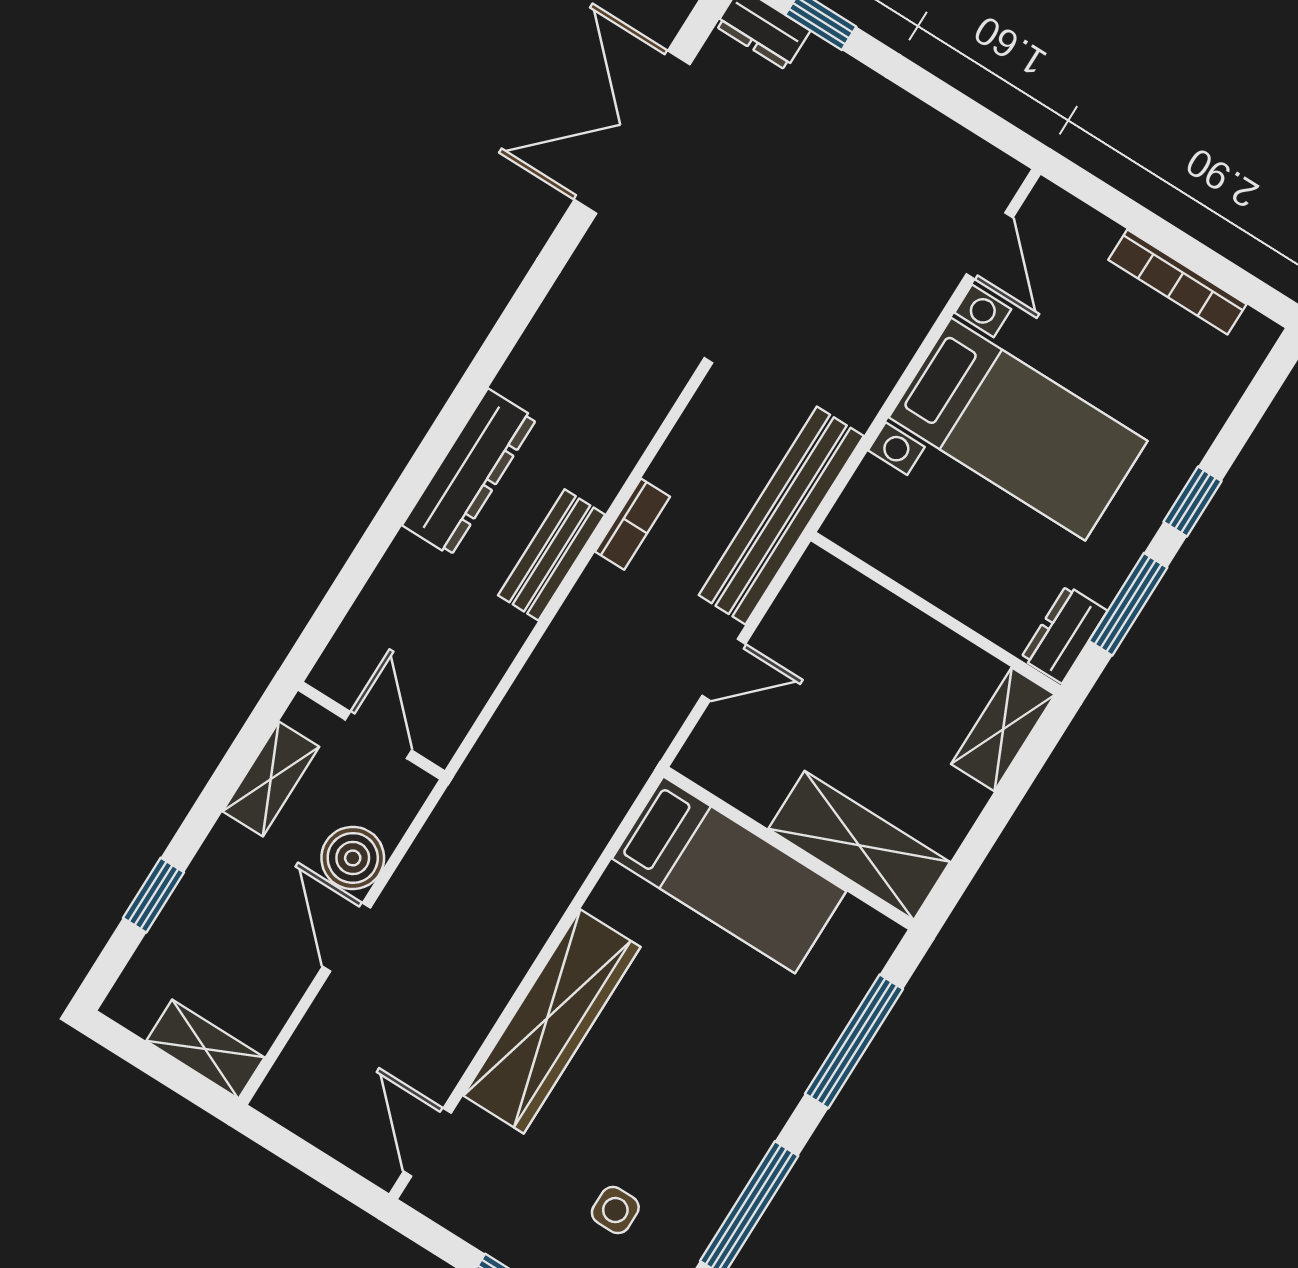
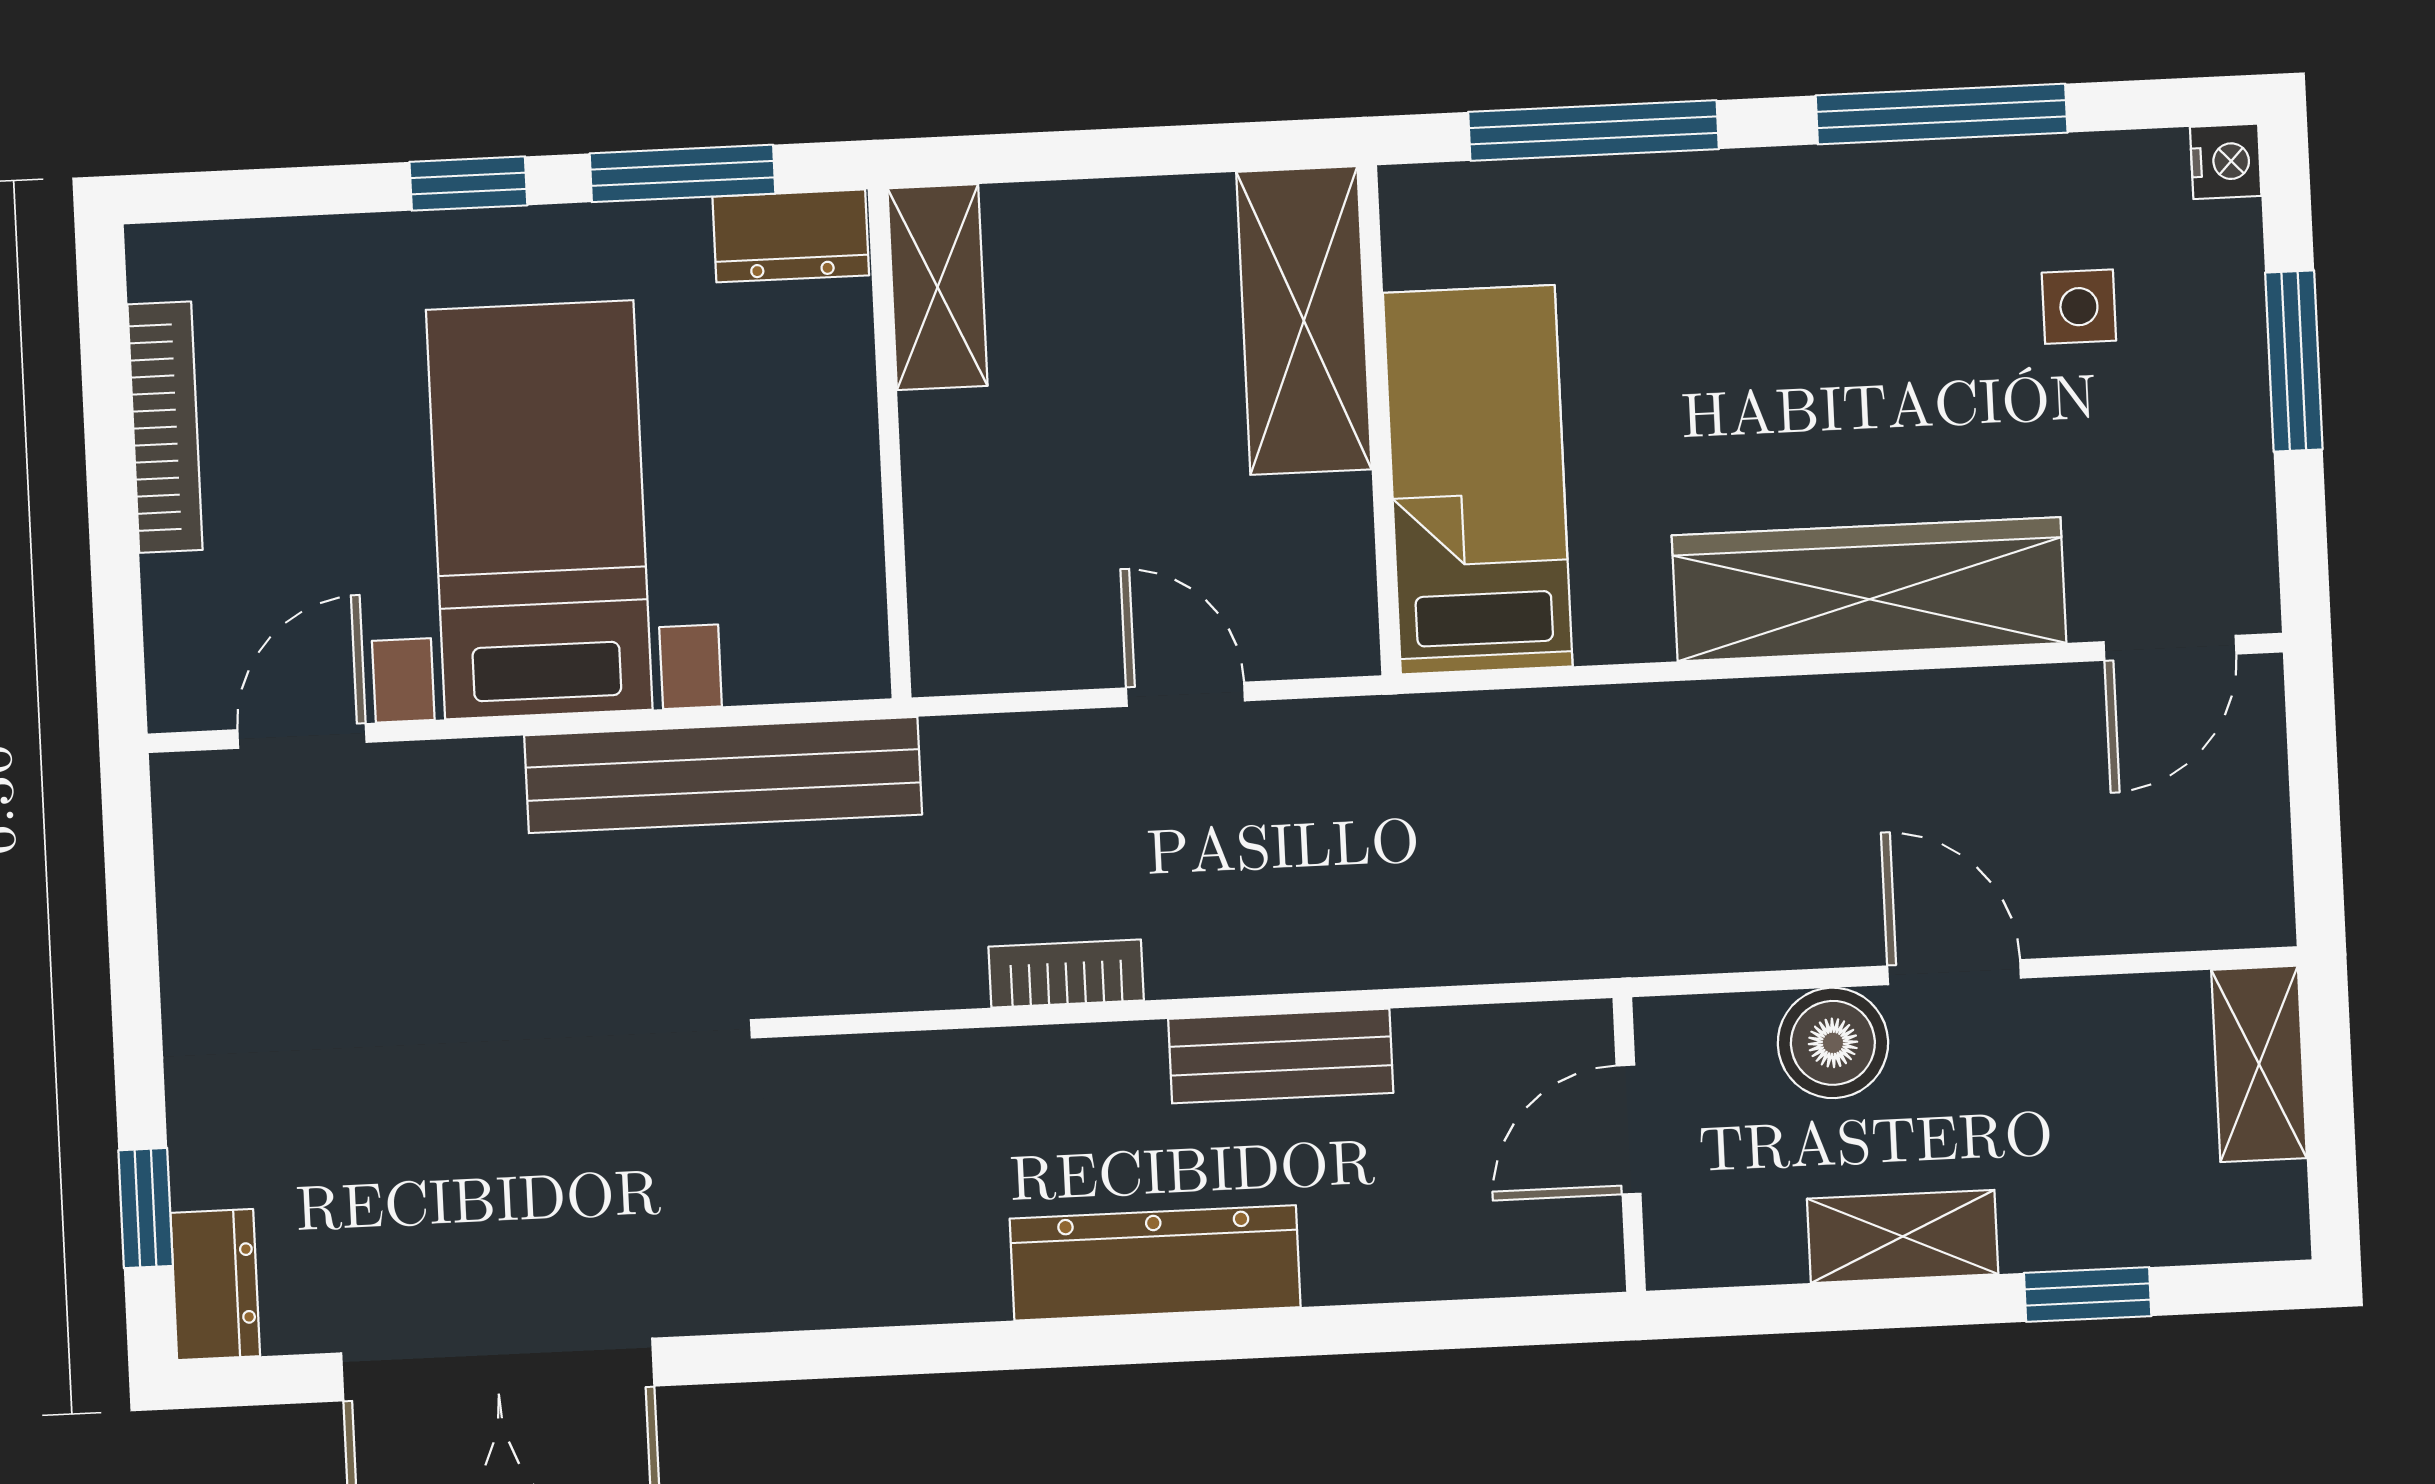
bench: (781, 516) -> (723, 775), moved
bench: (551, 555) -> (1281, 1056), moved
shelving: (1003, 729) -> (938, 287), moved, turned 90
shelving: (271, 779) -> (1903, 1236), moved
door: (346, 937) -> (1954, 972), swing flipped

